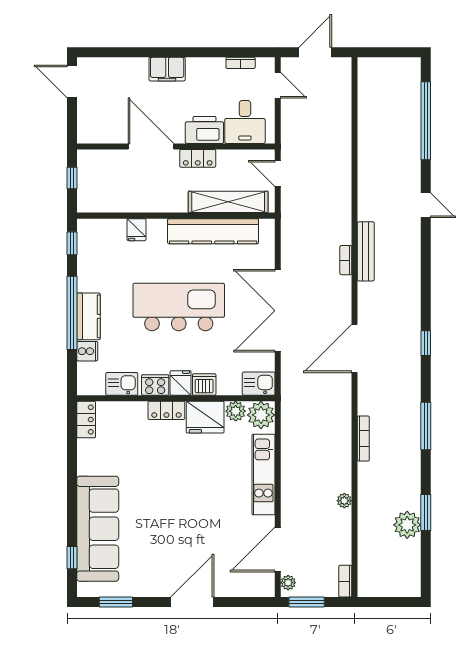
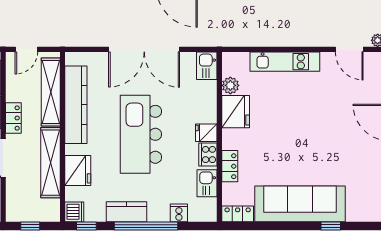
shelving: (146, 202) -> (50, 163), added
fridge: (137, 230) -> (78, 171), width x1.88, depth x1.34
kitchen counter: (89, 316) -> (126, 212), moved
dishwasher: (204, 384) -> (74, 212), moved, turned 180
locker: (166, 410) -> (230, 166), moved
plant: (261, 415) -> (234, 64), removed
sofa: (98, 529) -> (300, 204), moved
door: (278, 549) -> (349, 49), width x0.73
window: (72, 558) -> (331, 226), moved

